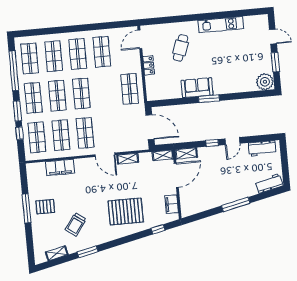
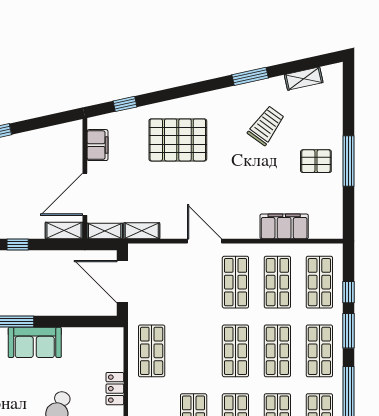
shelving: (128, 159) -> (142, 231), moved

